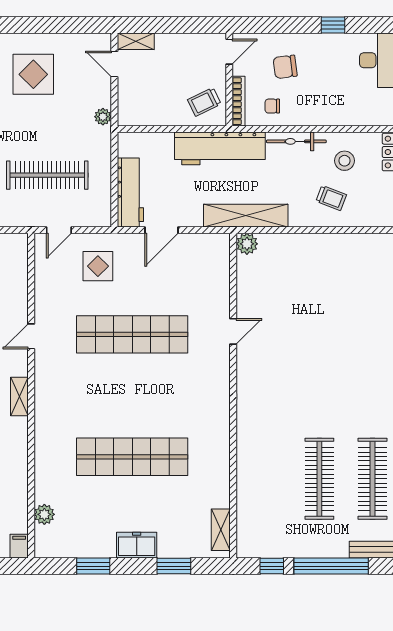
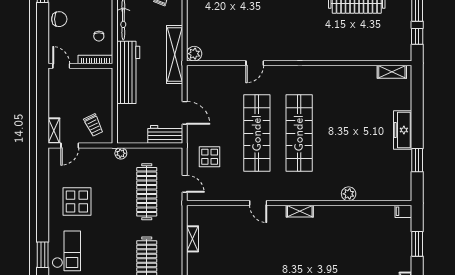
chair: (285, 67) -> (59, 19), moved, turned -83
trolley: (204, 102) -> (94, 125), moved
plant: (103, 117) -> (121, 153), moved
workbench: (130, 192) -> (165, 134), width x0.73
door: (233, 331) -> (255, 63), swing flipped
shop shelf: (132, 457) -> (299, 133), moved
plant: (44, 514) -> (349, 194), moved
freezer: (137, 545) -> (403, 130), width x1.40
window: (174, 566) -> (417, 104), removed

